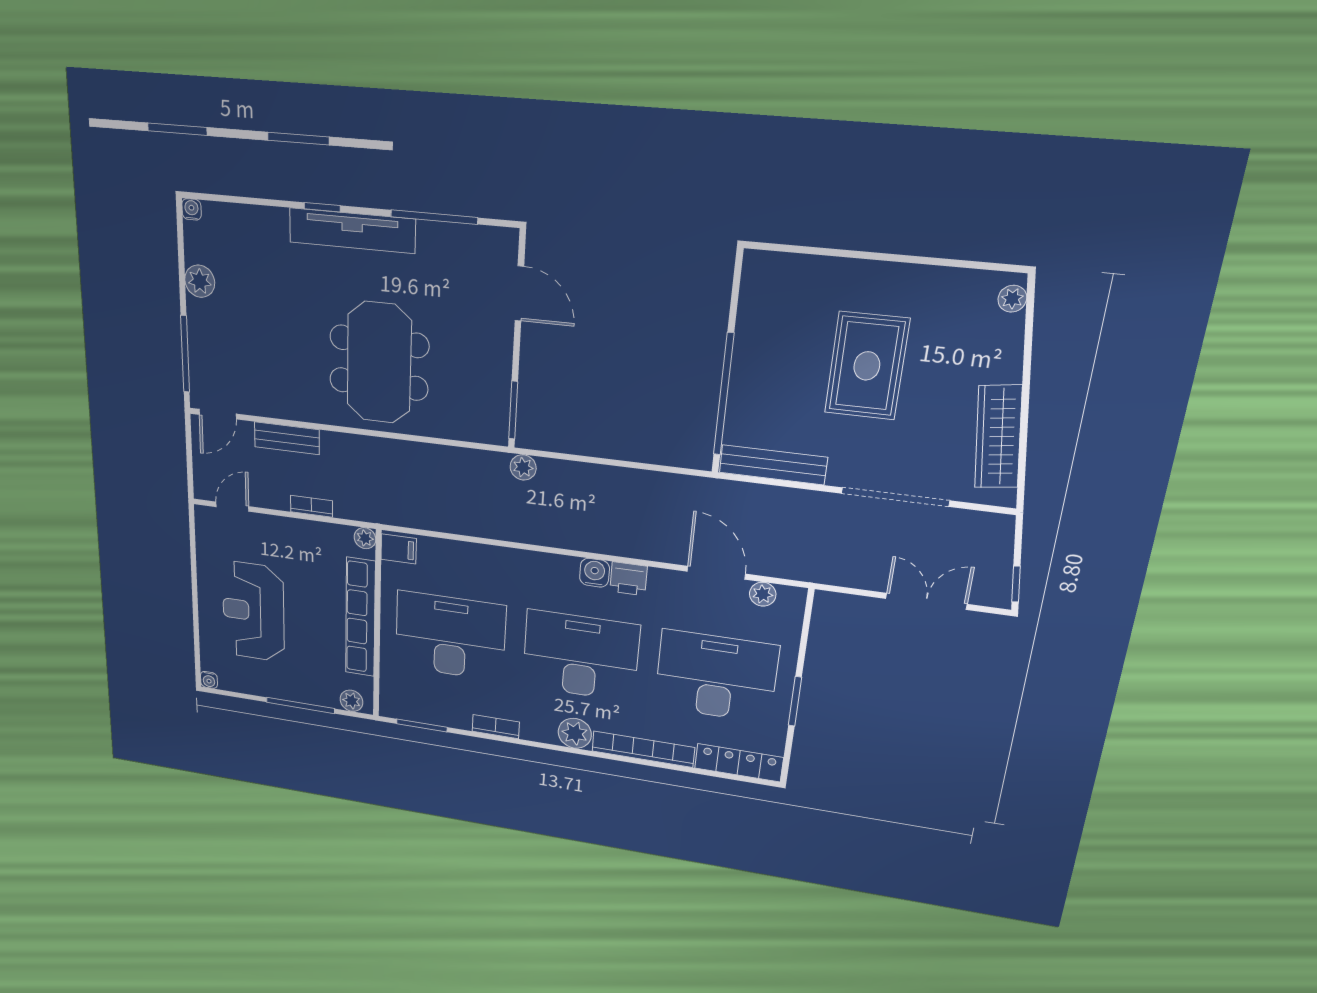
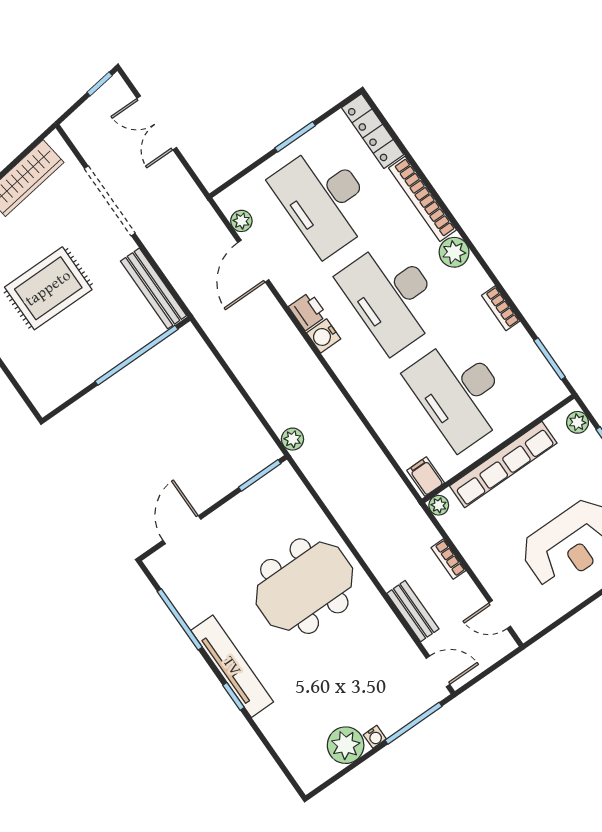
water cooler: (192, 209) -> (375, 737), moved, turned -90
plant: (200, 281) -> (346, 745), width x1.36, depth x1.36

